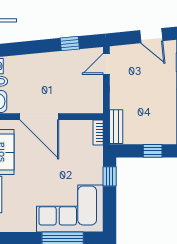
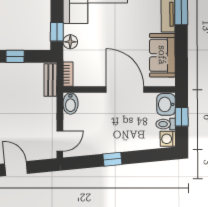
window: (70, 44) -> (112, 159), moved
bidet: (95, 102) -> (70, 103), added
floor lamp: (96, 166) -> (70, 42), added

